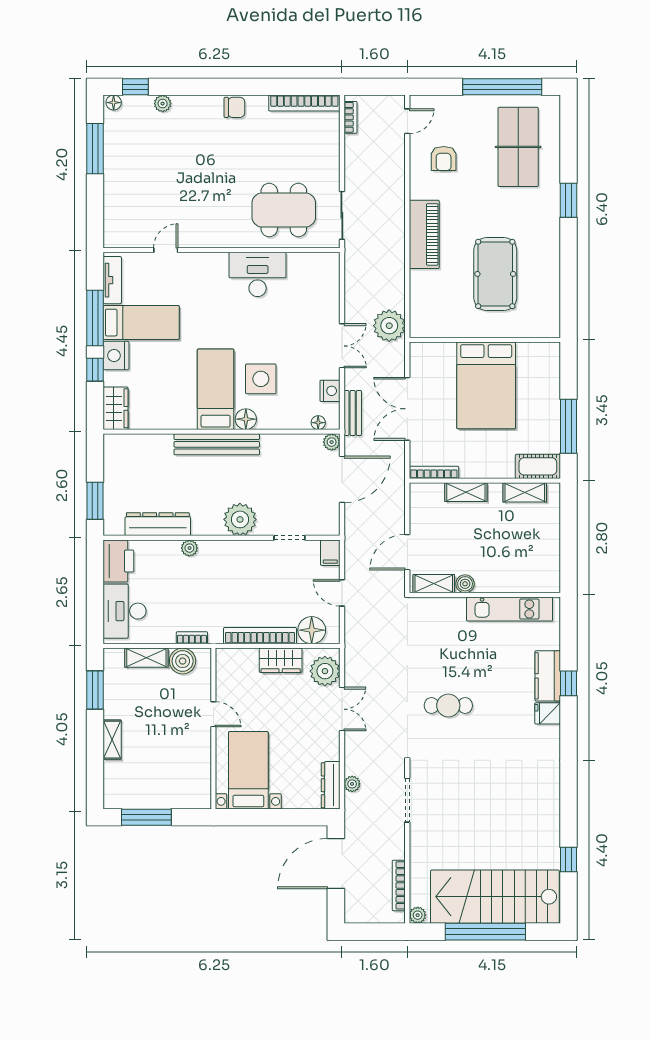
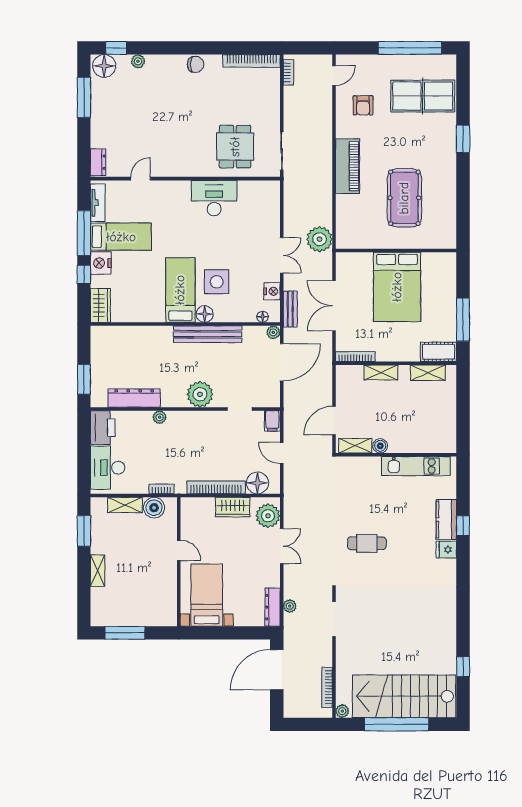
floor lamp: (114, 103) -> (104, 66), width x1.89, depth x1.89
table tennis table: (518, 147) -> (423, 96), turned 90
dining table: (284, 210) -> (235, 147), width x0.73
dresser: (113, 230) -> (98, 162), added
bench: (217, 444) -> (208, 334), moved

